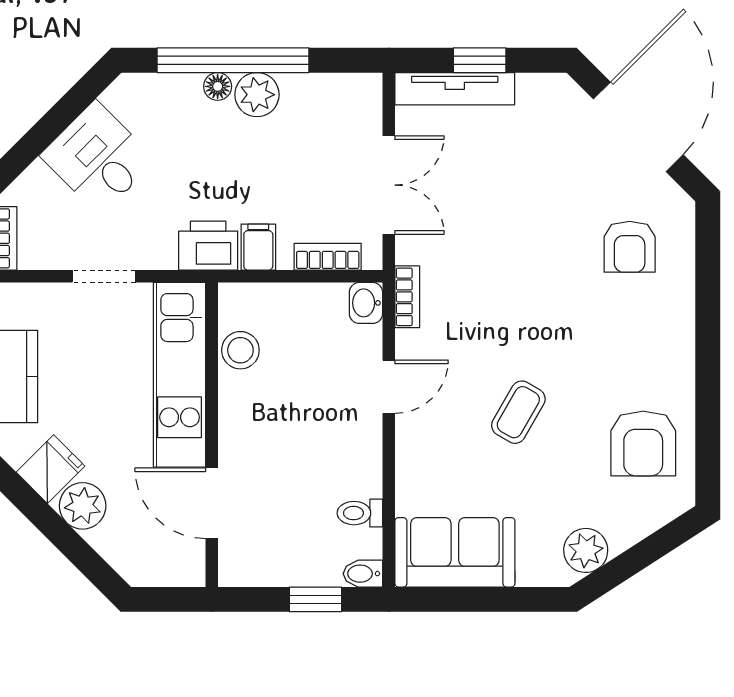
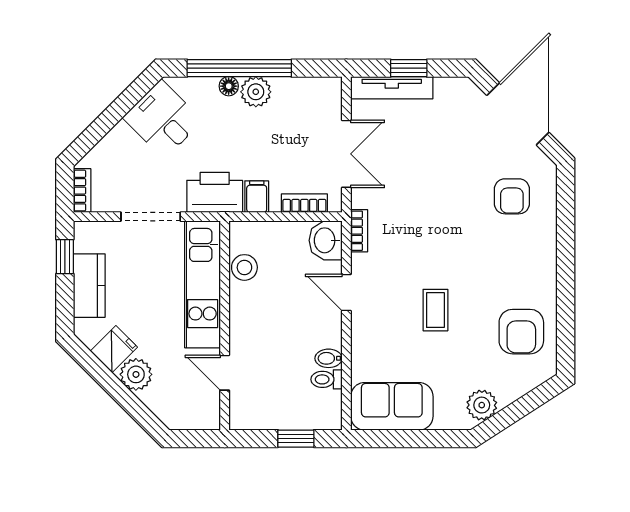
desk: (98, 158) -> (163, 119), moved
printer: (208, 246) -> (215, 192), width x1.37, depth x1.19
doorway: (104, 276) -> (151, 217), width x1.38
washbasin: (366, 303) -> (326, 240), width x1.38, depth x1.45
door: (389, 387) -> (346, 293), swing flipped
coffee table: (518, 412) -> (435, 310), turned -30
door: (212, 503) -> (225, 373), width x0.73
bidet: (363, 574) -> (329, 358), moved

